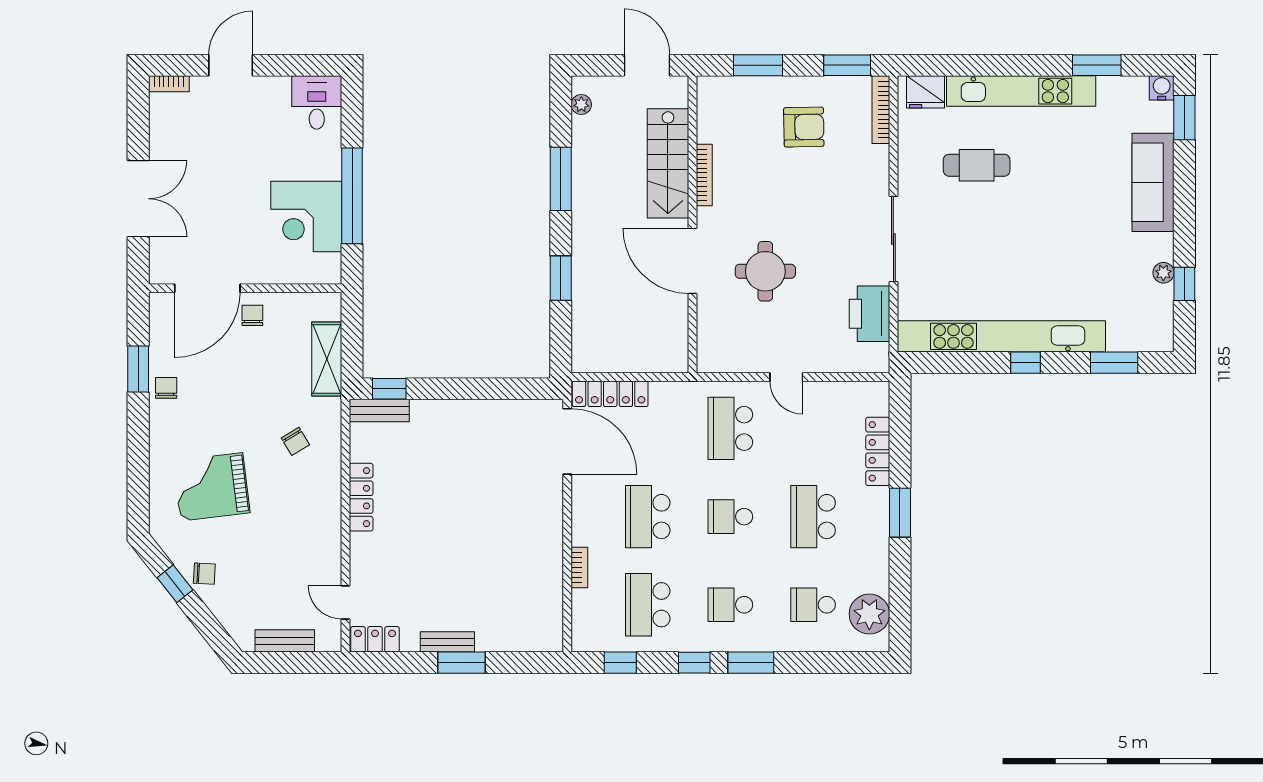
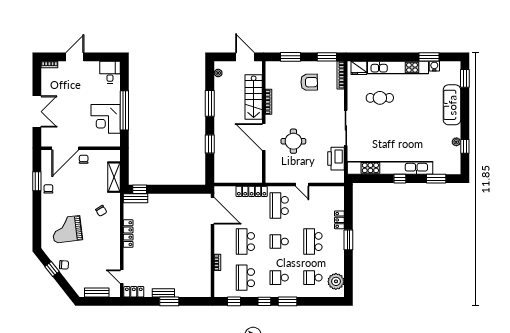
water cooler: (1162, 88) -> (434, 66), moved
locker: (610, 394) -> (252, 191), moved
locker: (878, 451) -> (339, 220), width x0.66

